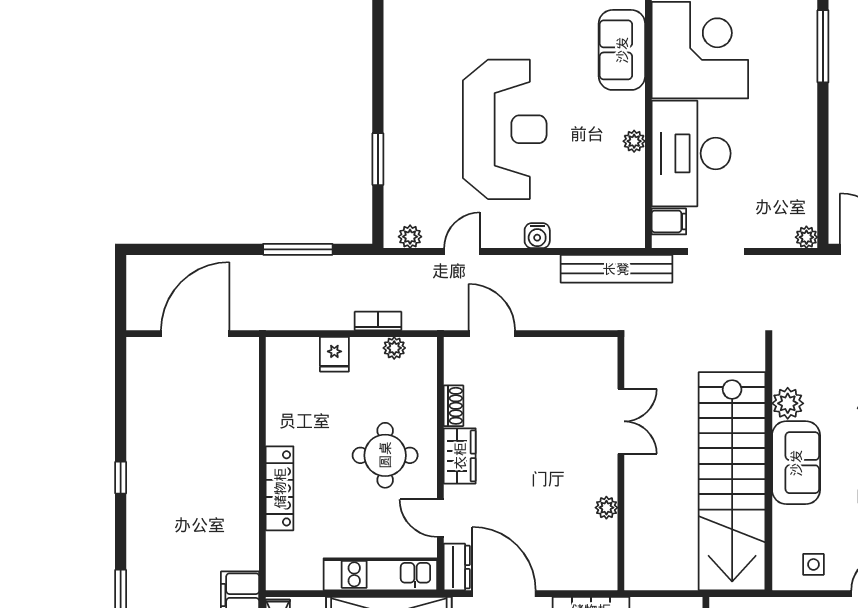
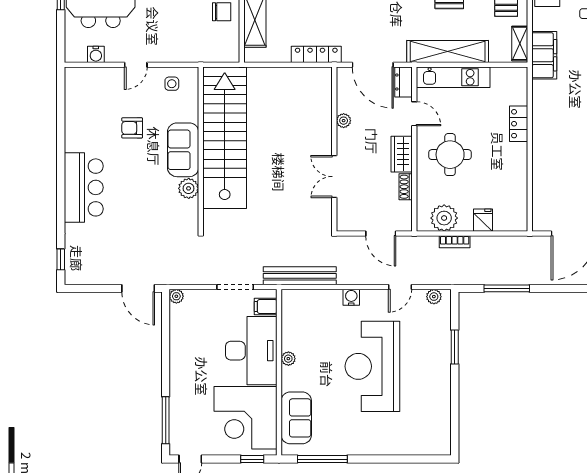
plant: (394, 348) -> (444, 218), width x1.87, depth x1.87
double door: (621, 421) -> (334, 177), moved
wall: (621, 464) -> (334, 149), moved
locker: (280, 488) -> (519, 124), width x0.66
plant: (606, 508) -> (344, 121), moved

